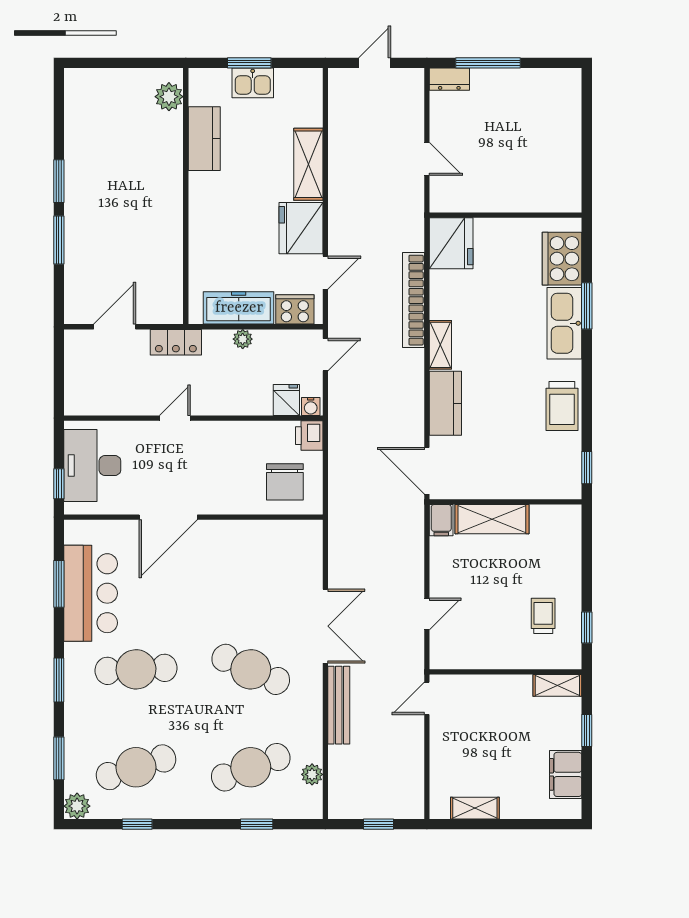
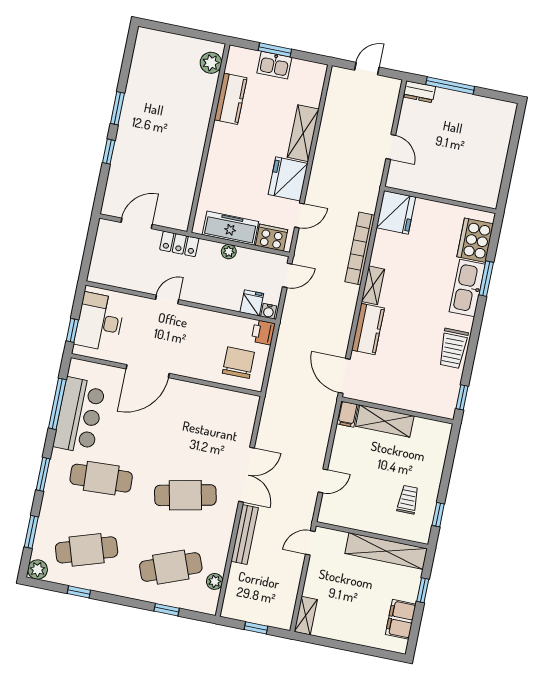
window: (59, 240) -> (109, 152), width x0.67
chair: (285, 482) -> (238, 363), turned 180
window: (59, 584) -> (57, 404), width x1.44
cafe table: (251, 669) -> (185, 495), turned -36
shelving: (557, 685) -> (386, 551), width x2.20, depth x1.33
shelving: (475, 808) -> (306, 616), moved, turned 90

